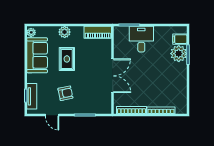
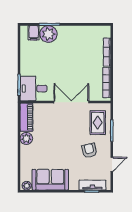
plant: (65, 32) -> (26, 138), moved
desk: (141, 39) -> (34, 89), moved
rug: (67, 59) -> (98, 123), moved, turned 90

